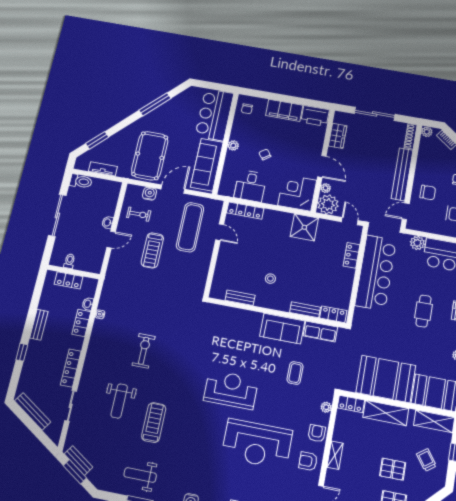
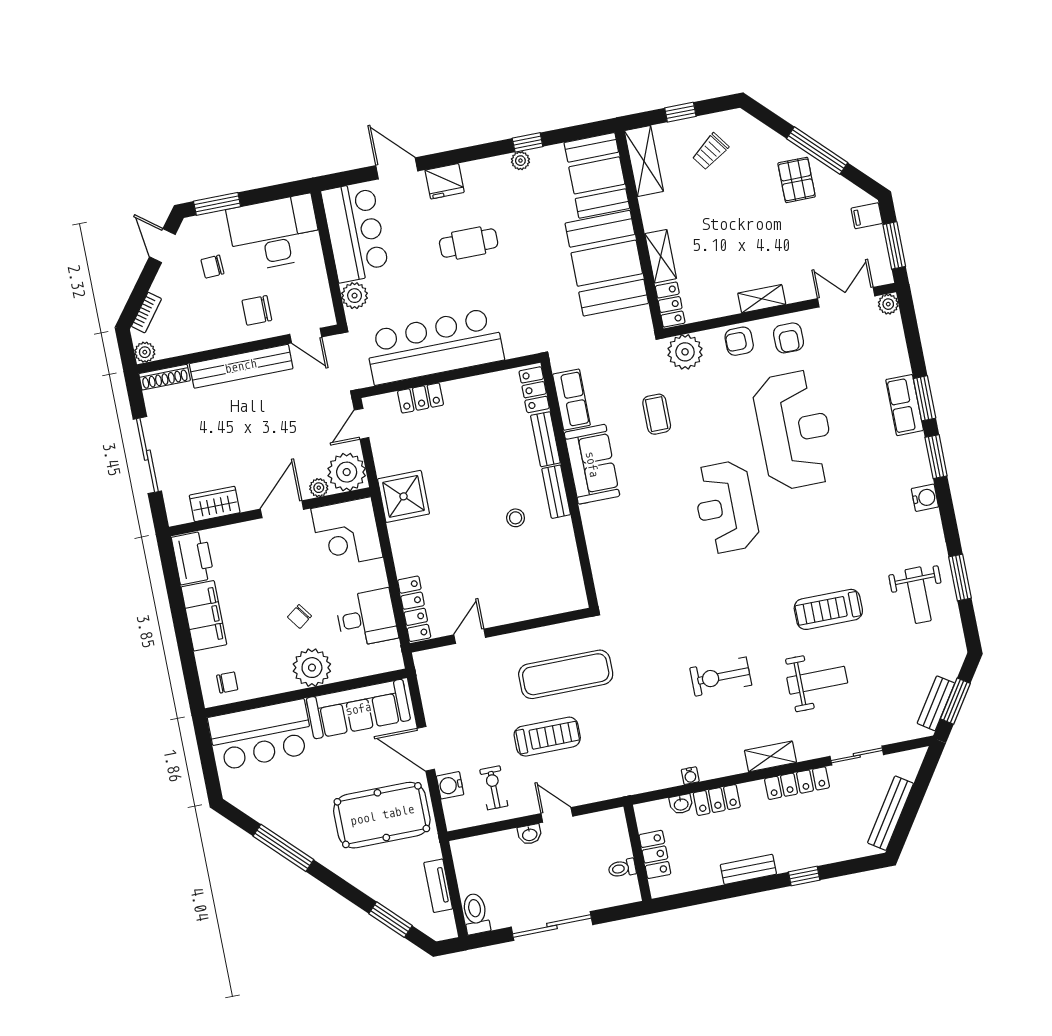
plant: (233, 145) -> (312, 668), width x1.87, depth x1.87
chair: (428, 193) -> (257, 310), turned -90
exercise mat: (190, 227) -> (566, 674), moved
bench: (240, 298) -> (556, 492), moved
shelving: (91, 360) -> (770, 756), added
coffee table: (295, 373) -> (657, 414), turned 90
plant: (326, 407) -> (685, 352), width x1.87, depth x1.87
shelving: (386, 413) -> (661, 256), width x0.67, depth x0.75
pallet: (393, 469) -> (746, 200), removed

